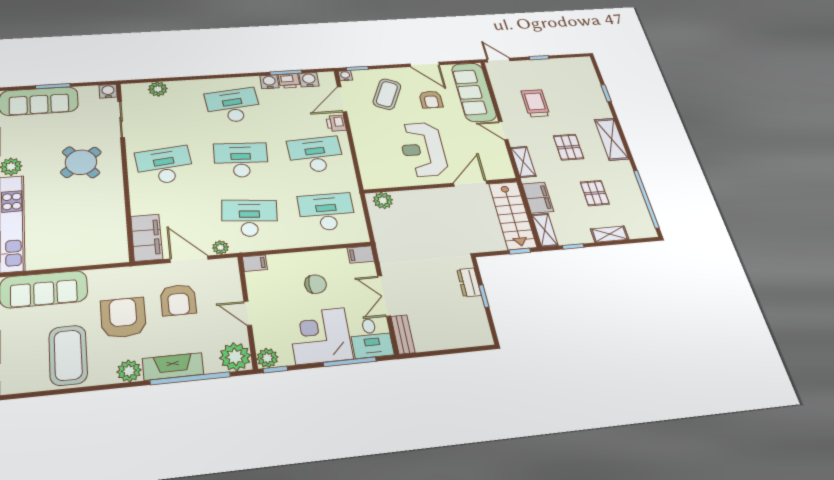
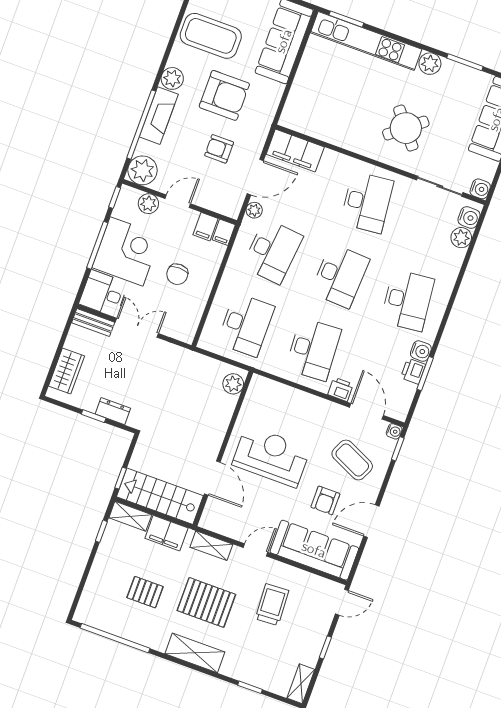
water cooler: (309, 80) -> (469, 217), moved
armchair: (431, 100) -> (325, 500), turned -90
trolley: (535, 103) -> (272, 605), turned -93
pallet: (568, 147) -> (206, 602), width x1.50, depth x1.42
shelving: (610, 234) -> (301, 684), moved
filing cabinet: (361, 255) -> (206, 227), moved, turned 180
armchair: (178, 300) -> (219, 149), width x0.72, depth x0.72
wardrobe: (461, 337) -> (67, 371), added
plant: (267, 358) -> (148, 204), moved
window: (350, 362) -> (97, 245), moved

